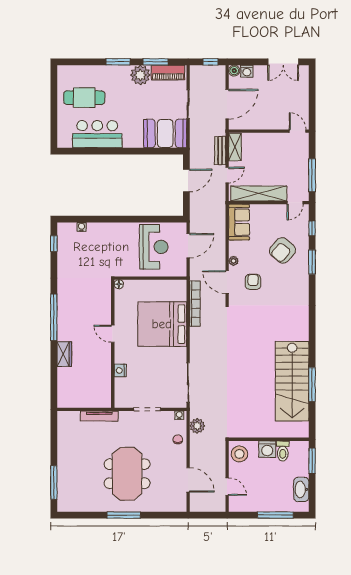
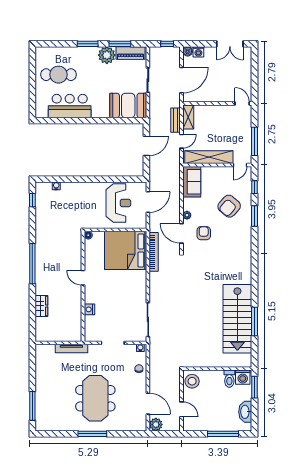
bed: (162, 324) -> (126, 250), moved
wardrobe: (64, 354) -> (41, 306), moved
plant: (197, 426) -> (156, 425), moved
washing machine: (267, 449) -> (243, 377), moved

